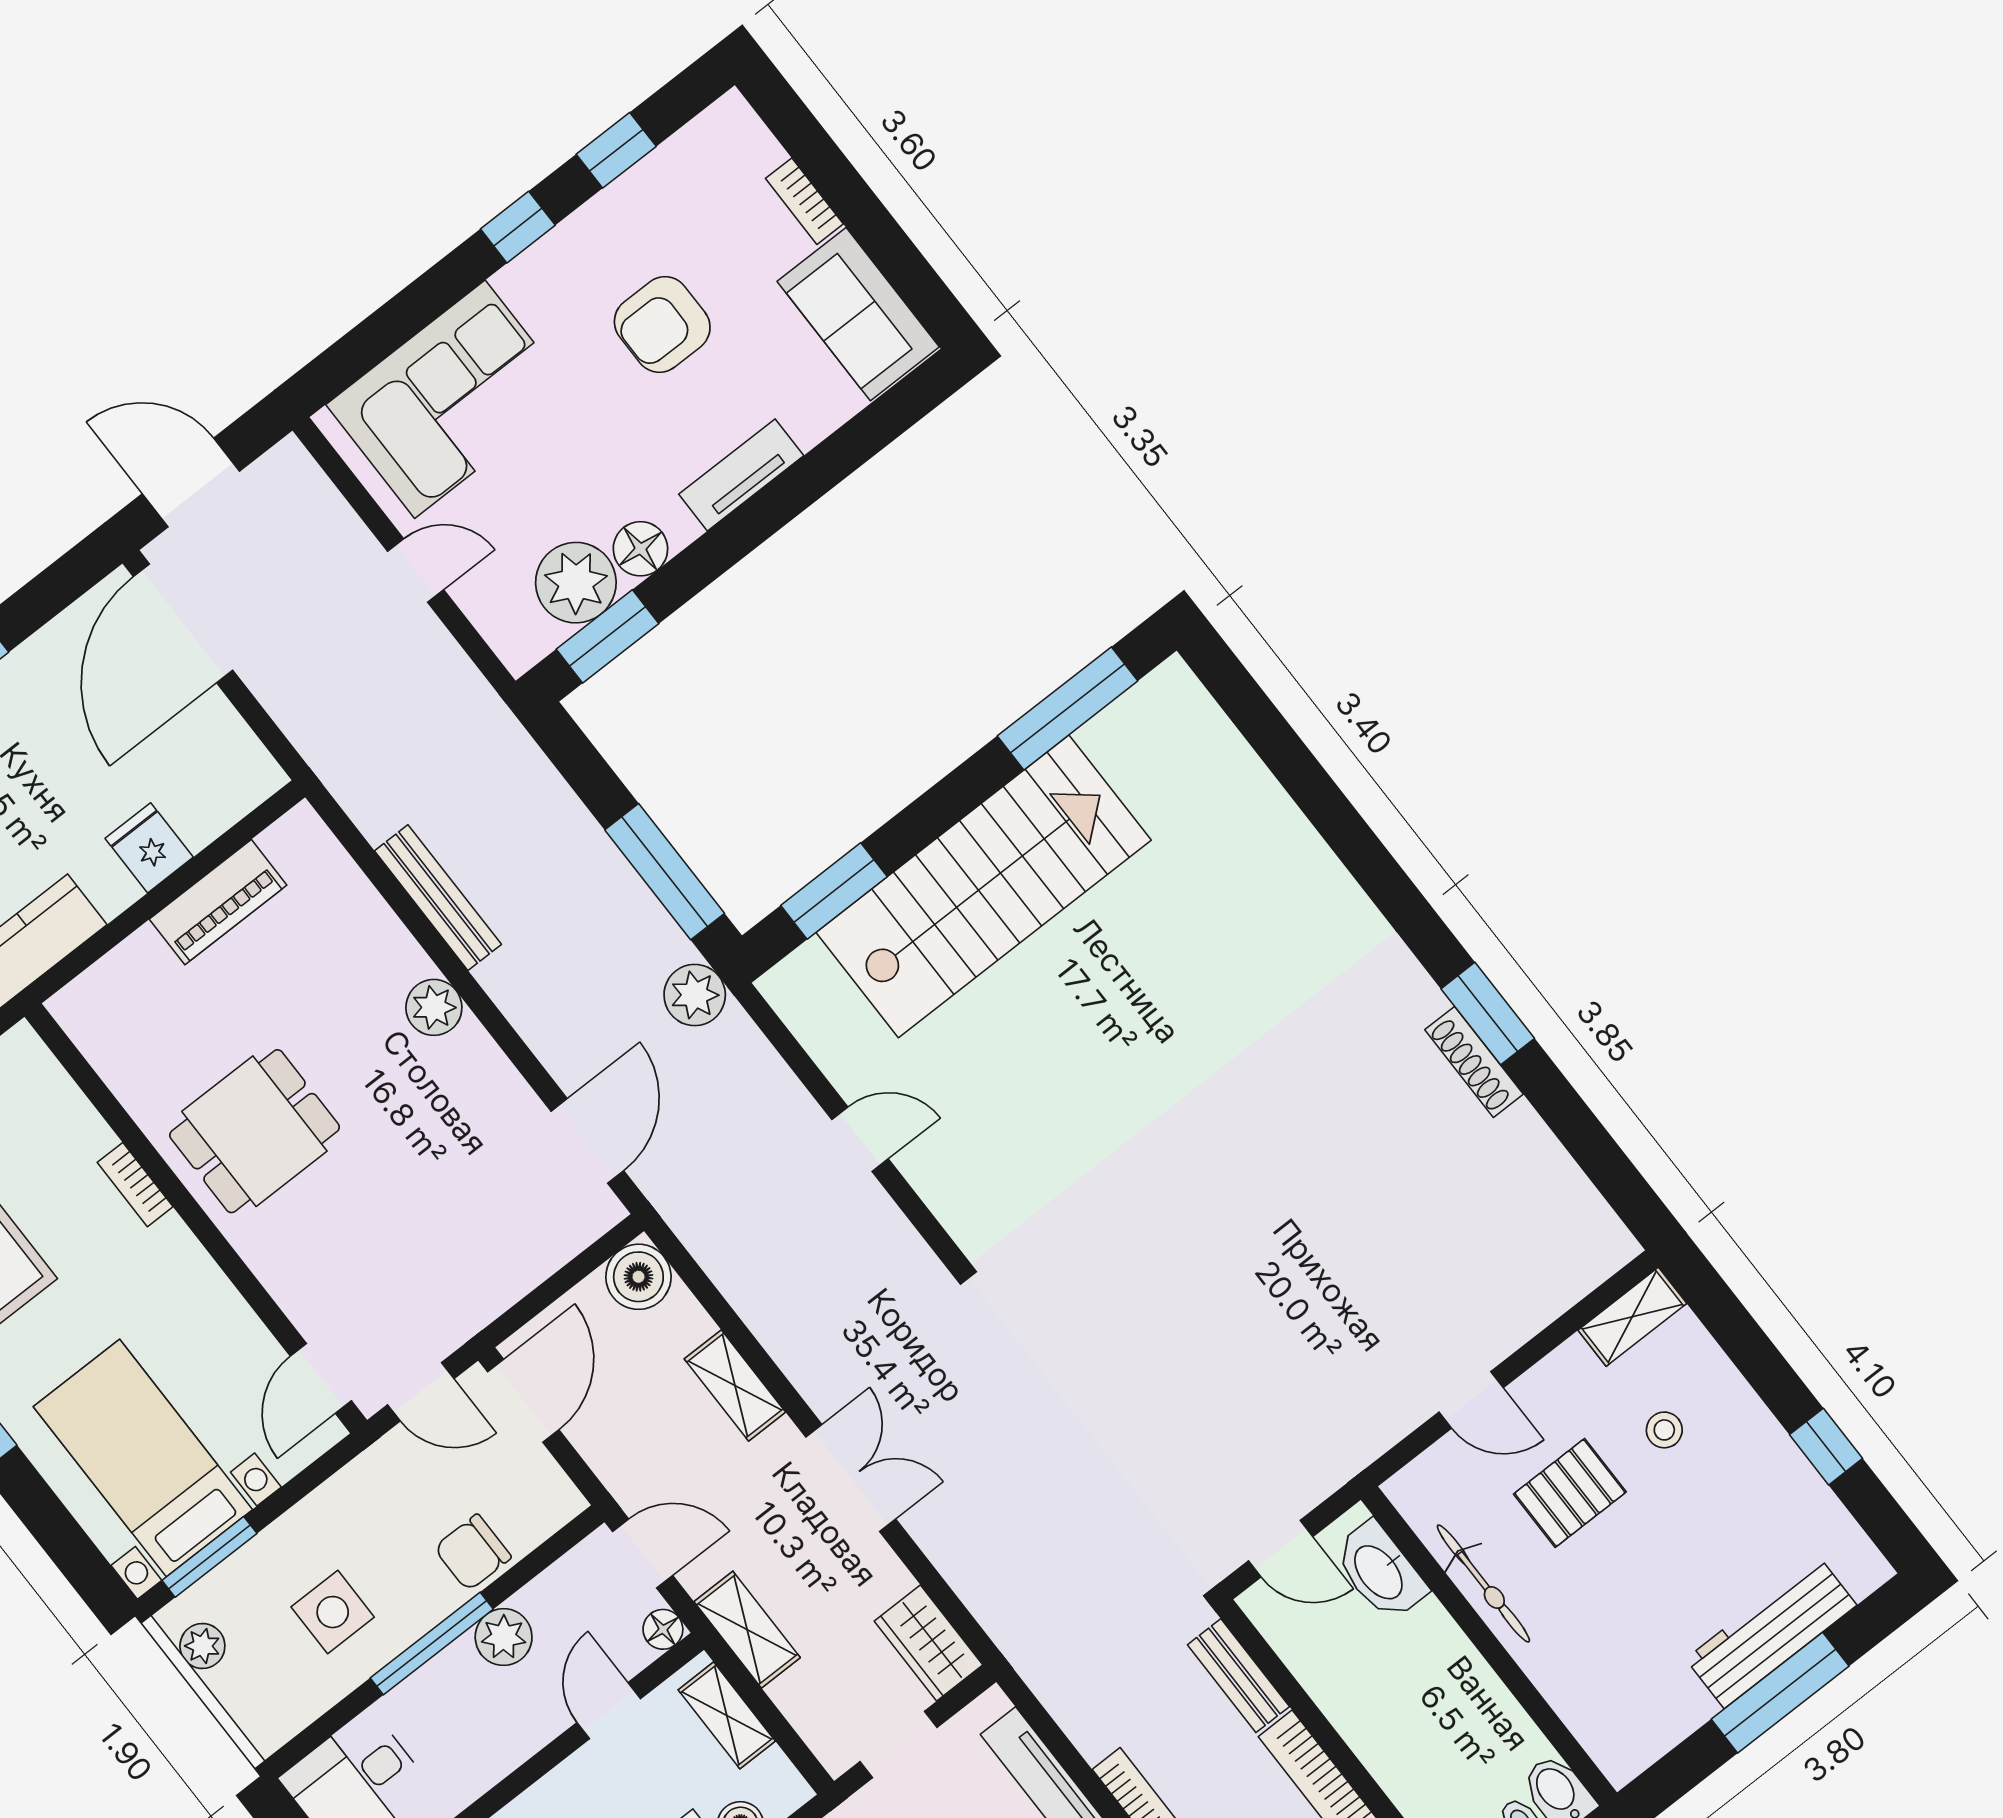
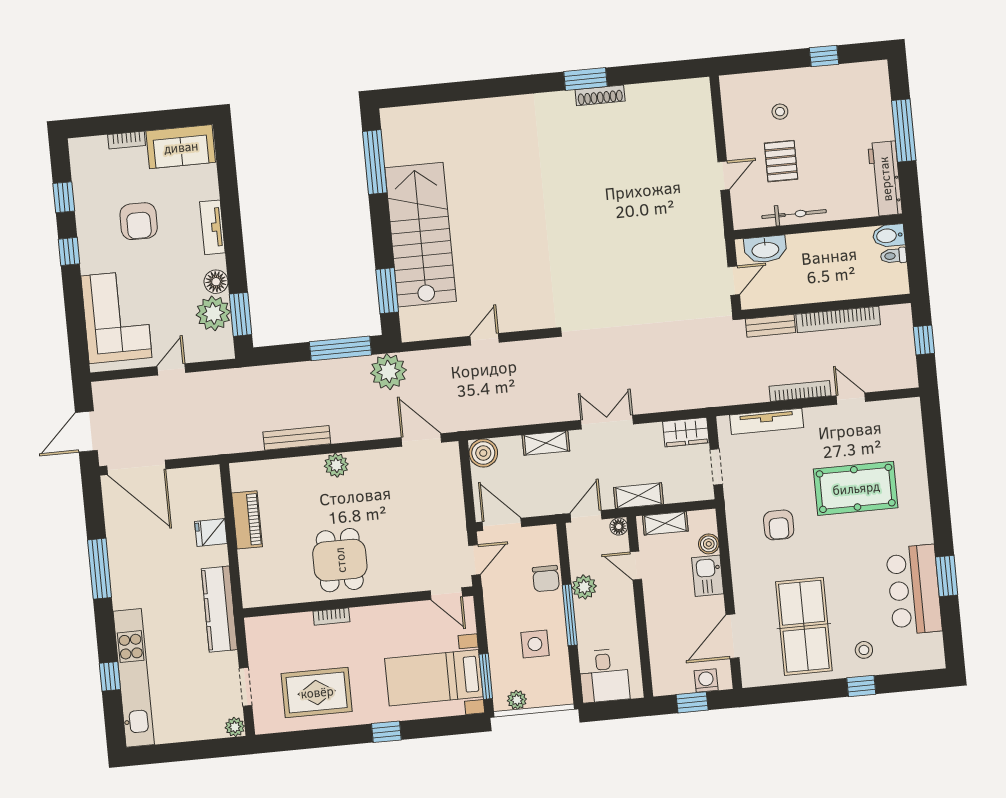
plant: (695, 995) -> (388, 372), width x1.36, depth x1.36
shelving: (1632, 1317) -> (731, 97), removed
workbench: (1771, 1632) -> (885, 179), moved

